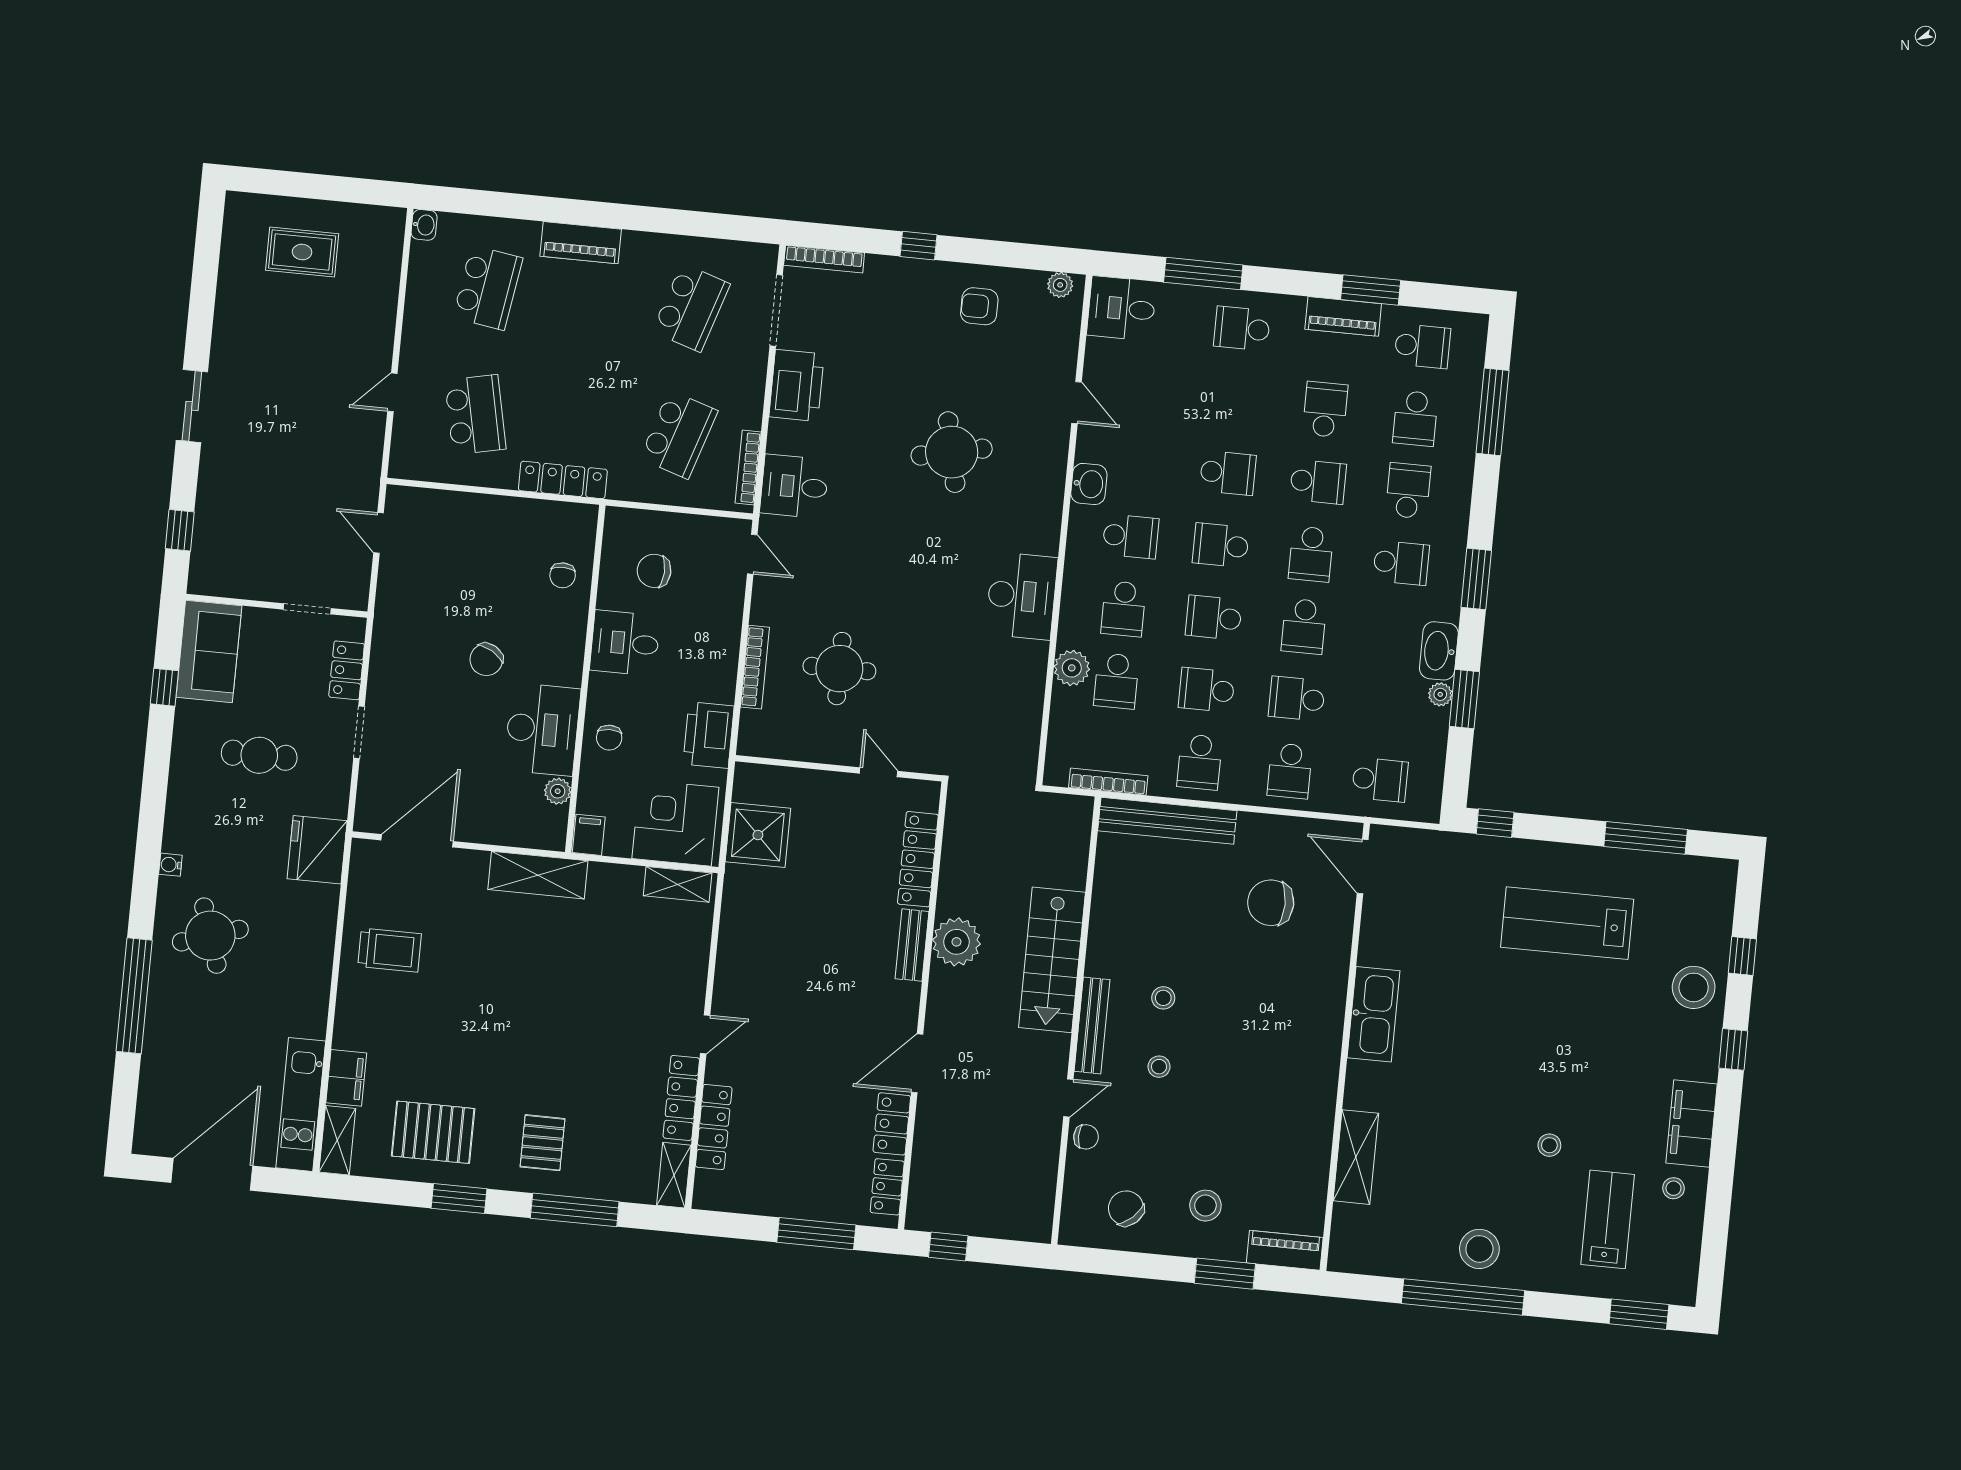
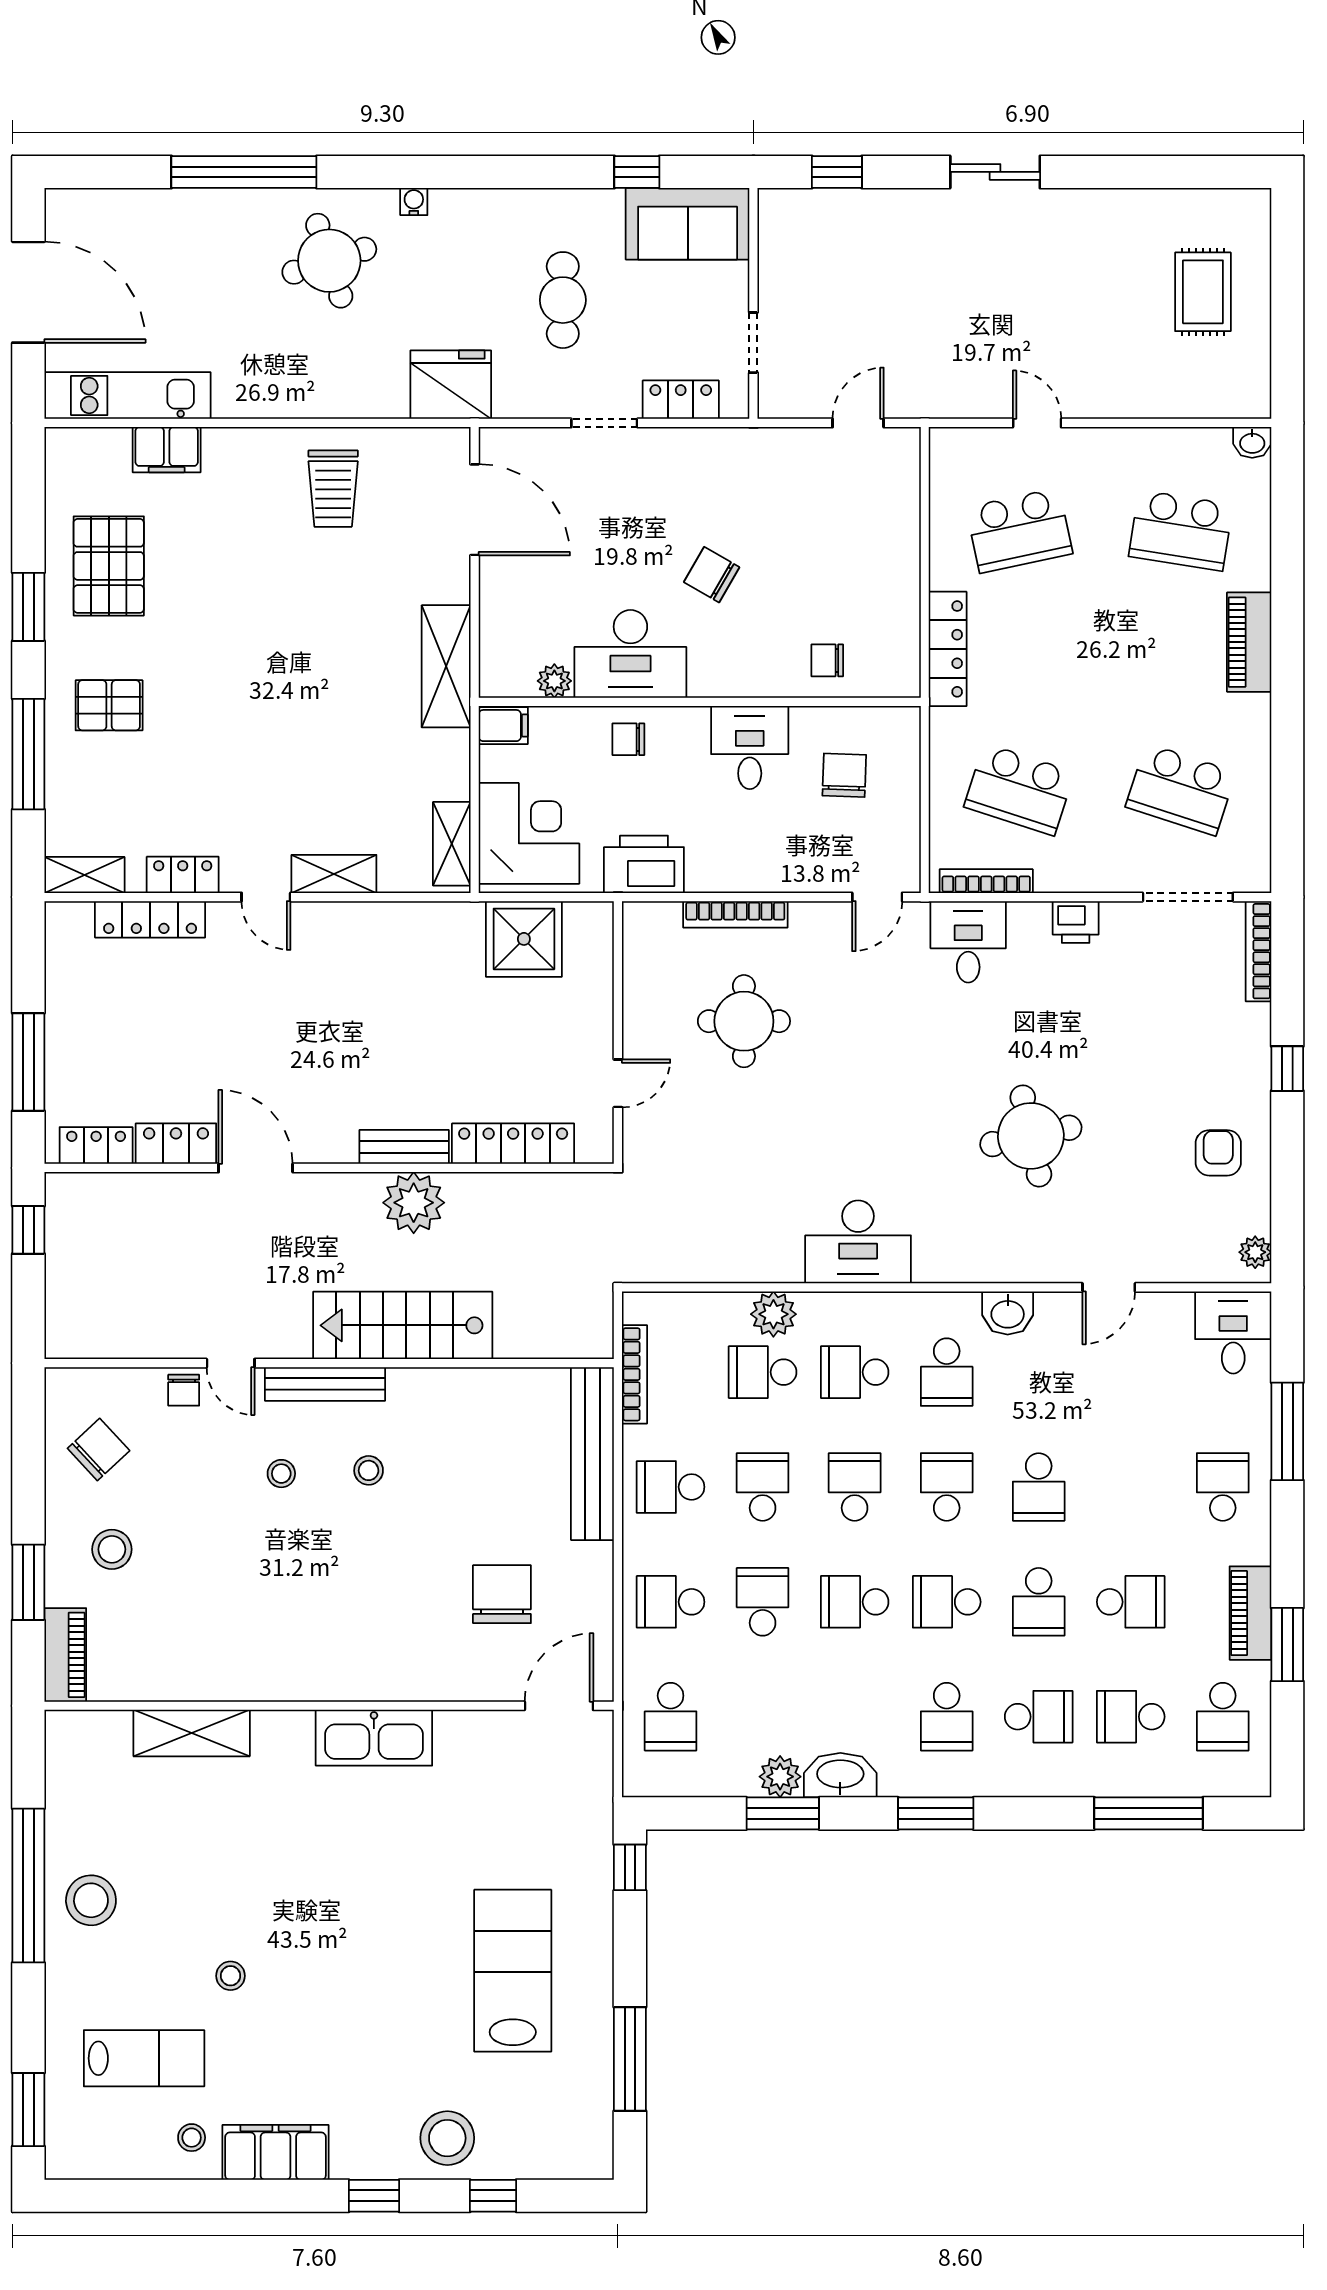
printer: (797, 385) -> (1076, 922), width x0.53, depth x0.68
plant: (1440, 694) -> (780, 1777), width x1.38, depth x1.38
locker: (681, 1098) -> (183, 875), width x0.66
shelving: (337, 1140) -> (334, 874), moved

